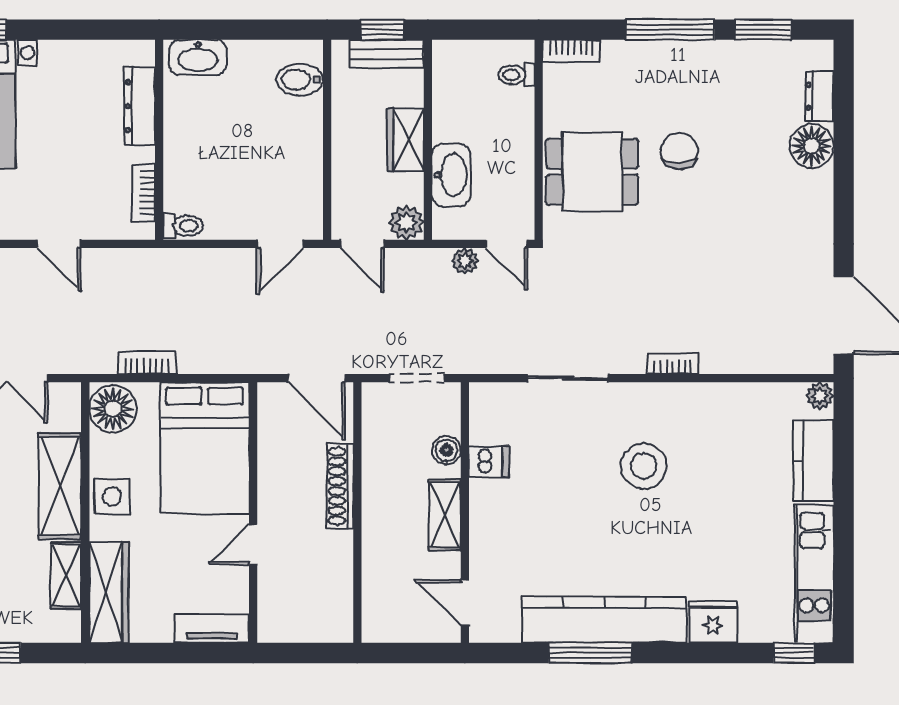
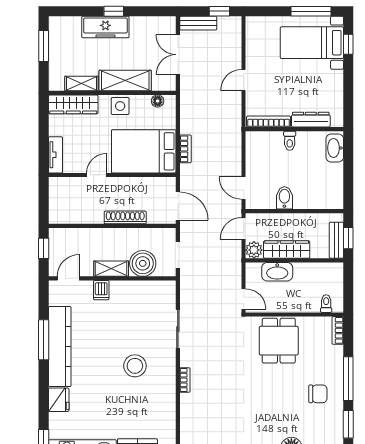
bidet: (300, 80) -> (284, 198), moved
wardrobe: (406, 140) -> (287, 250), width x1.50
chair: (679, 151) -> (318, 394), moved
bookcase: (144, 193) -> (269, 121), width x1.56
toilet: (183, 226) -> (290, 141), moved
door: (507, 244) -> (244, 299), swing flipped
plant: (465, 261) -> (235, 278), removed
bookcase: (147, 363) -> (185, 149), moved
door: (317, 378) -> (178, 206), swing flipped
floor lamp: (113, 409) -> (158, 101), width x0.53, depth x0.53
boiler: (446, 450) -> (143, 263), width x1.86, depth x1.86
dishwasher: (489, 461) -> (101, 290), moved
door: (253, 544) -> (97, 175), hinge flipped
window: (403, 653) -> (44, 248), added

